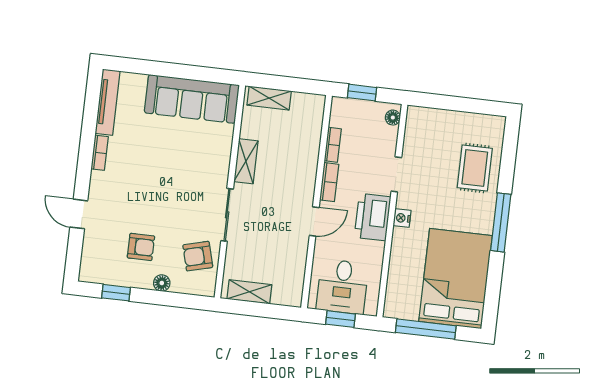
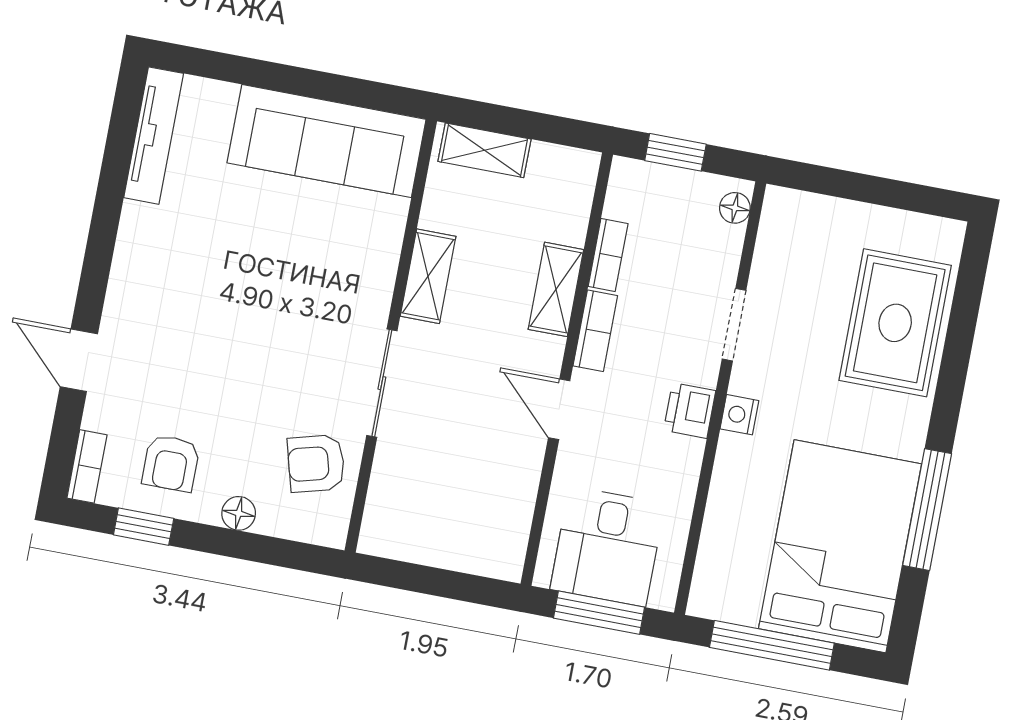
bookcase: (100, 153) -> (87, 466), moved
rug: (475, 168) -> (895, 323), width x1.36, depth x1.43
printer: (373, 217) -> (690, 411), width x0.53, depth x0.68
door: (314, 222) -> (559, 409), swing flipped
window: (501, 222) -> (927, 510), moved
armchair: (141, 247) -> (171, 463), moved, turned 90
shelving: (249, 292) -> (556, 289), moved, turned 90
window: (340, 319) -> (599, 613), width x1.50

